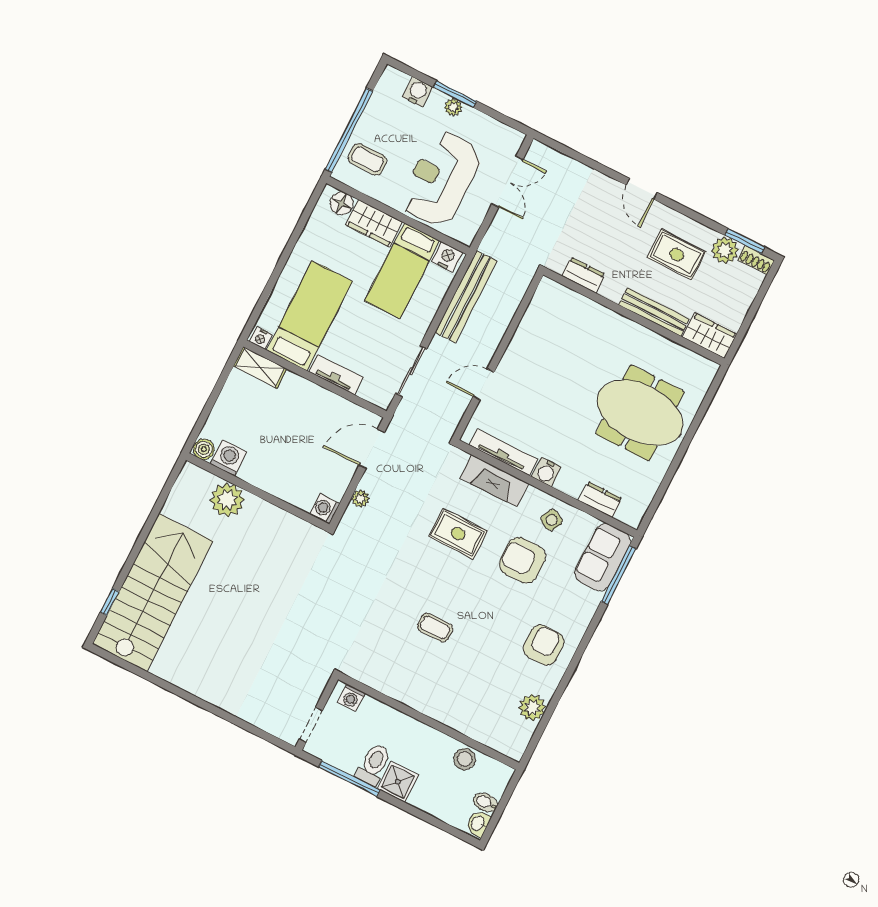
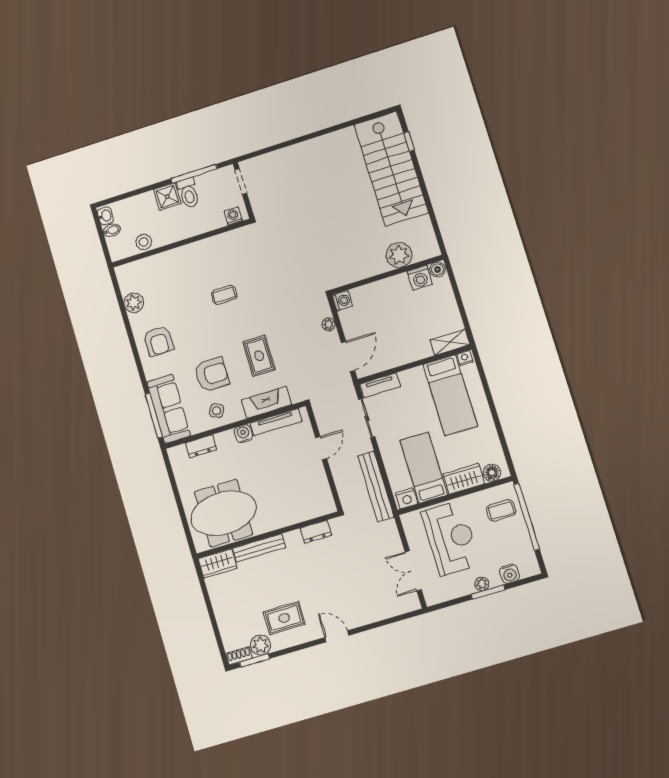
dresser: (583, 275) -> (316, 532), moved
bench: (654, 312) -> (259, 548), moved
wall: (634, 317) -> (267, 535), moved
wardrobe: (710, 336) -> (218, 564), moved
tv unit: (336, 375) -> (380, 385), moved
rug: (458, 534) -> (259, 356), turned 90
sofa: (603, 557) -> (169, 409), width x1.36

